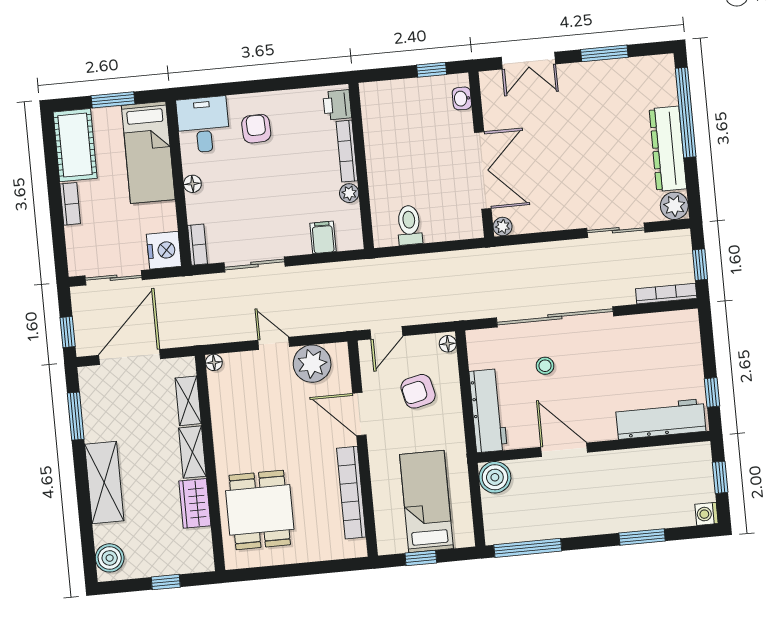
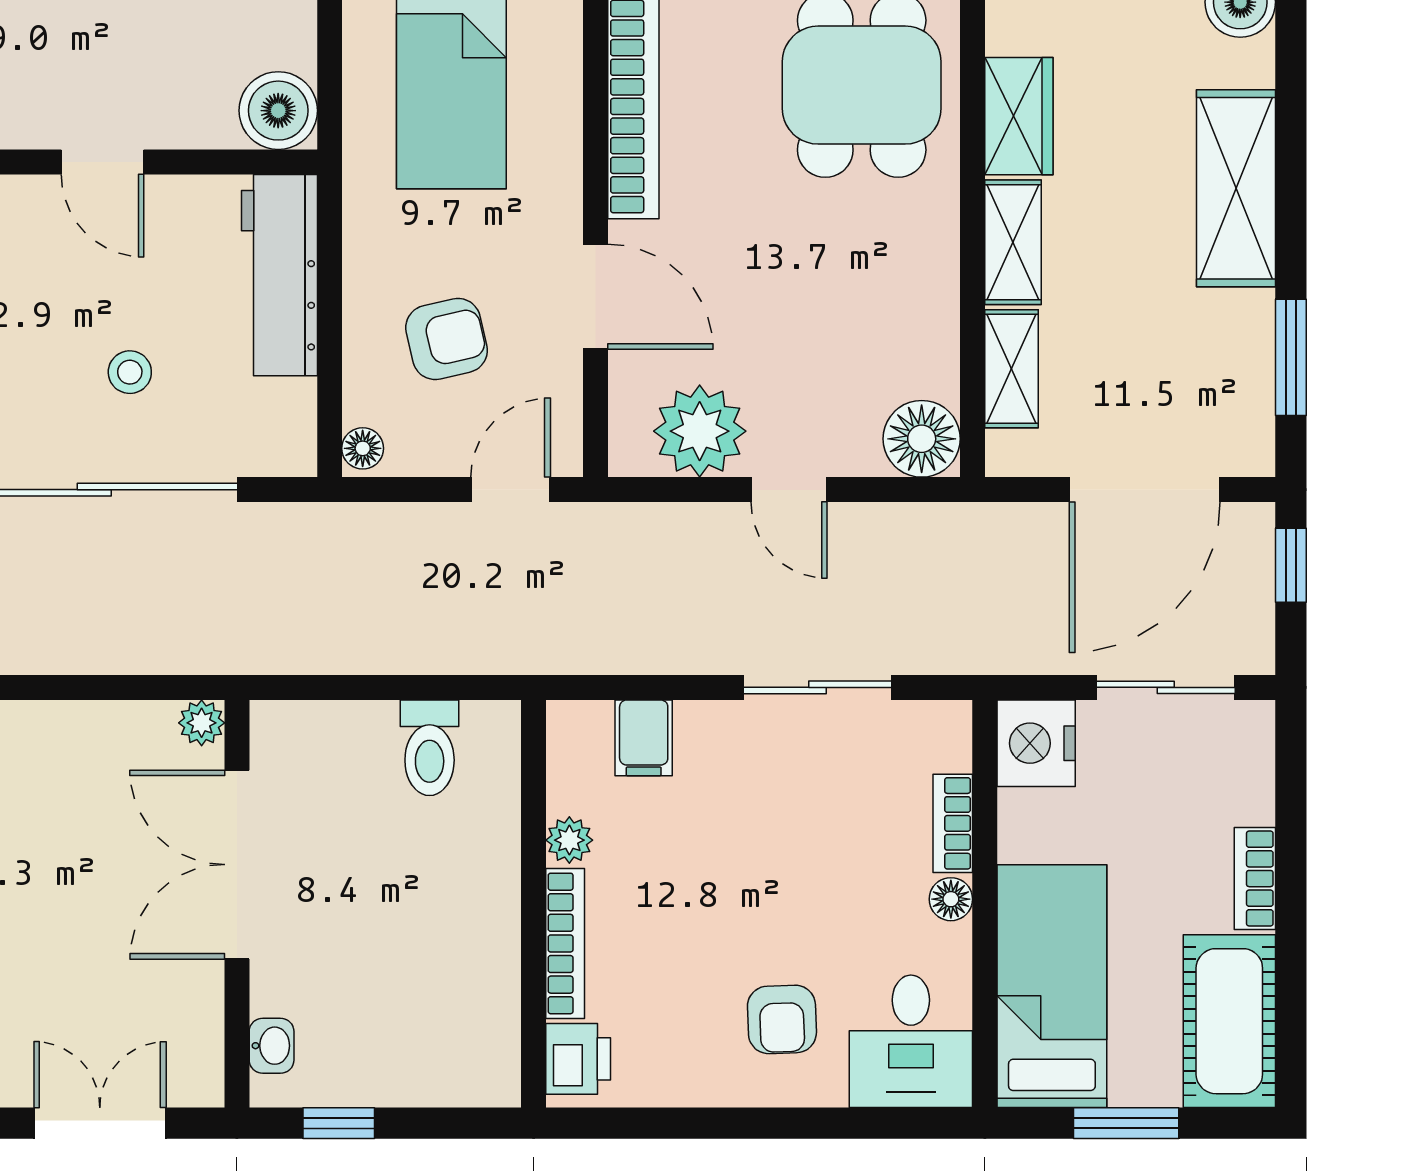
bookcase: (197, 245) -> (953, 823), moved
floor lamp: (214, 362) -> (922, 439), width x1.89, depth x1.89
door: (564, 450) -> (103, 162), width x0.73

